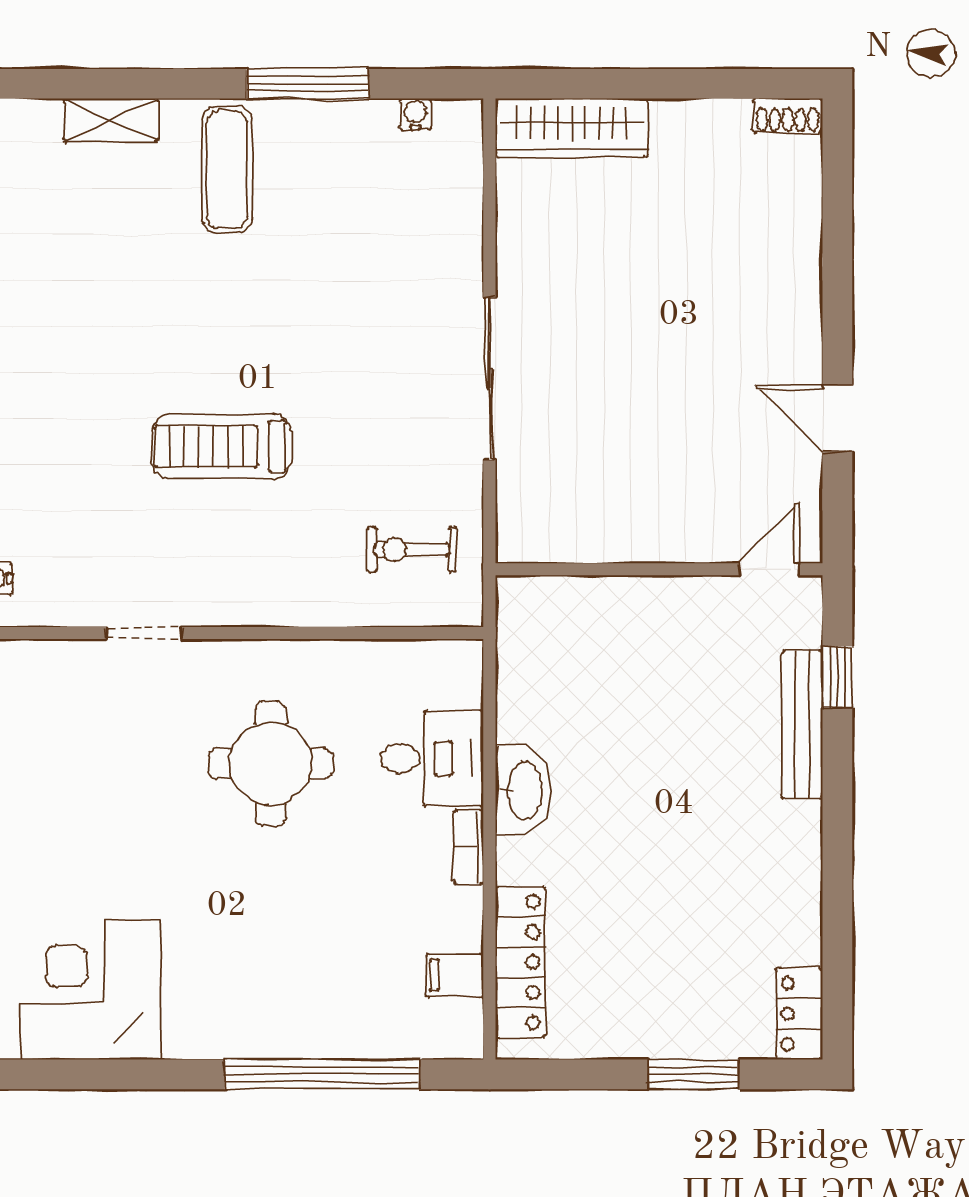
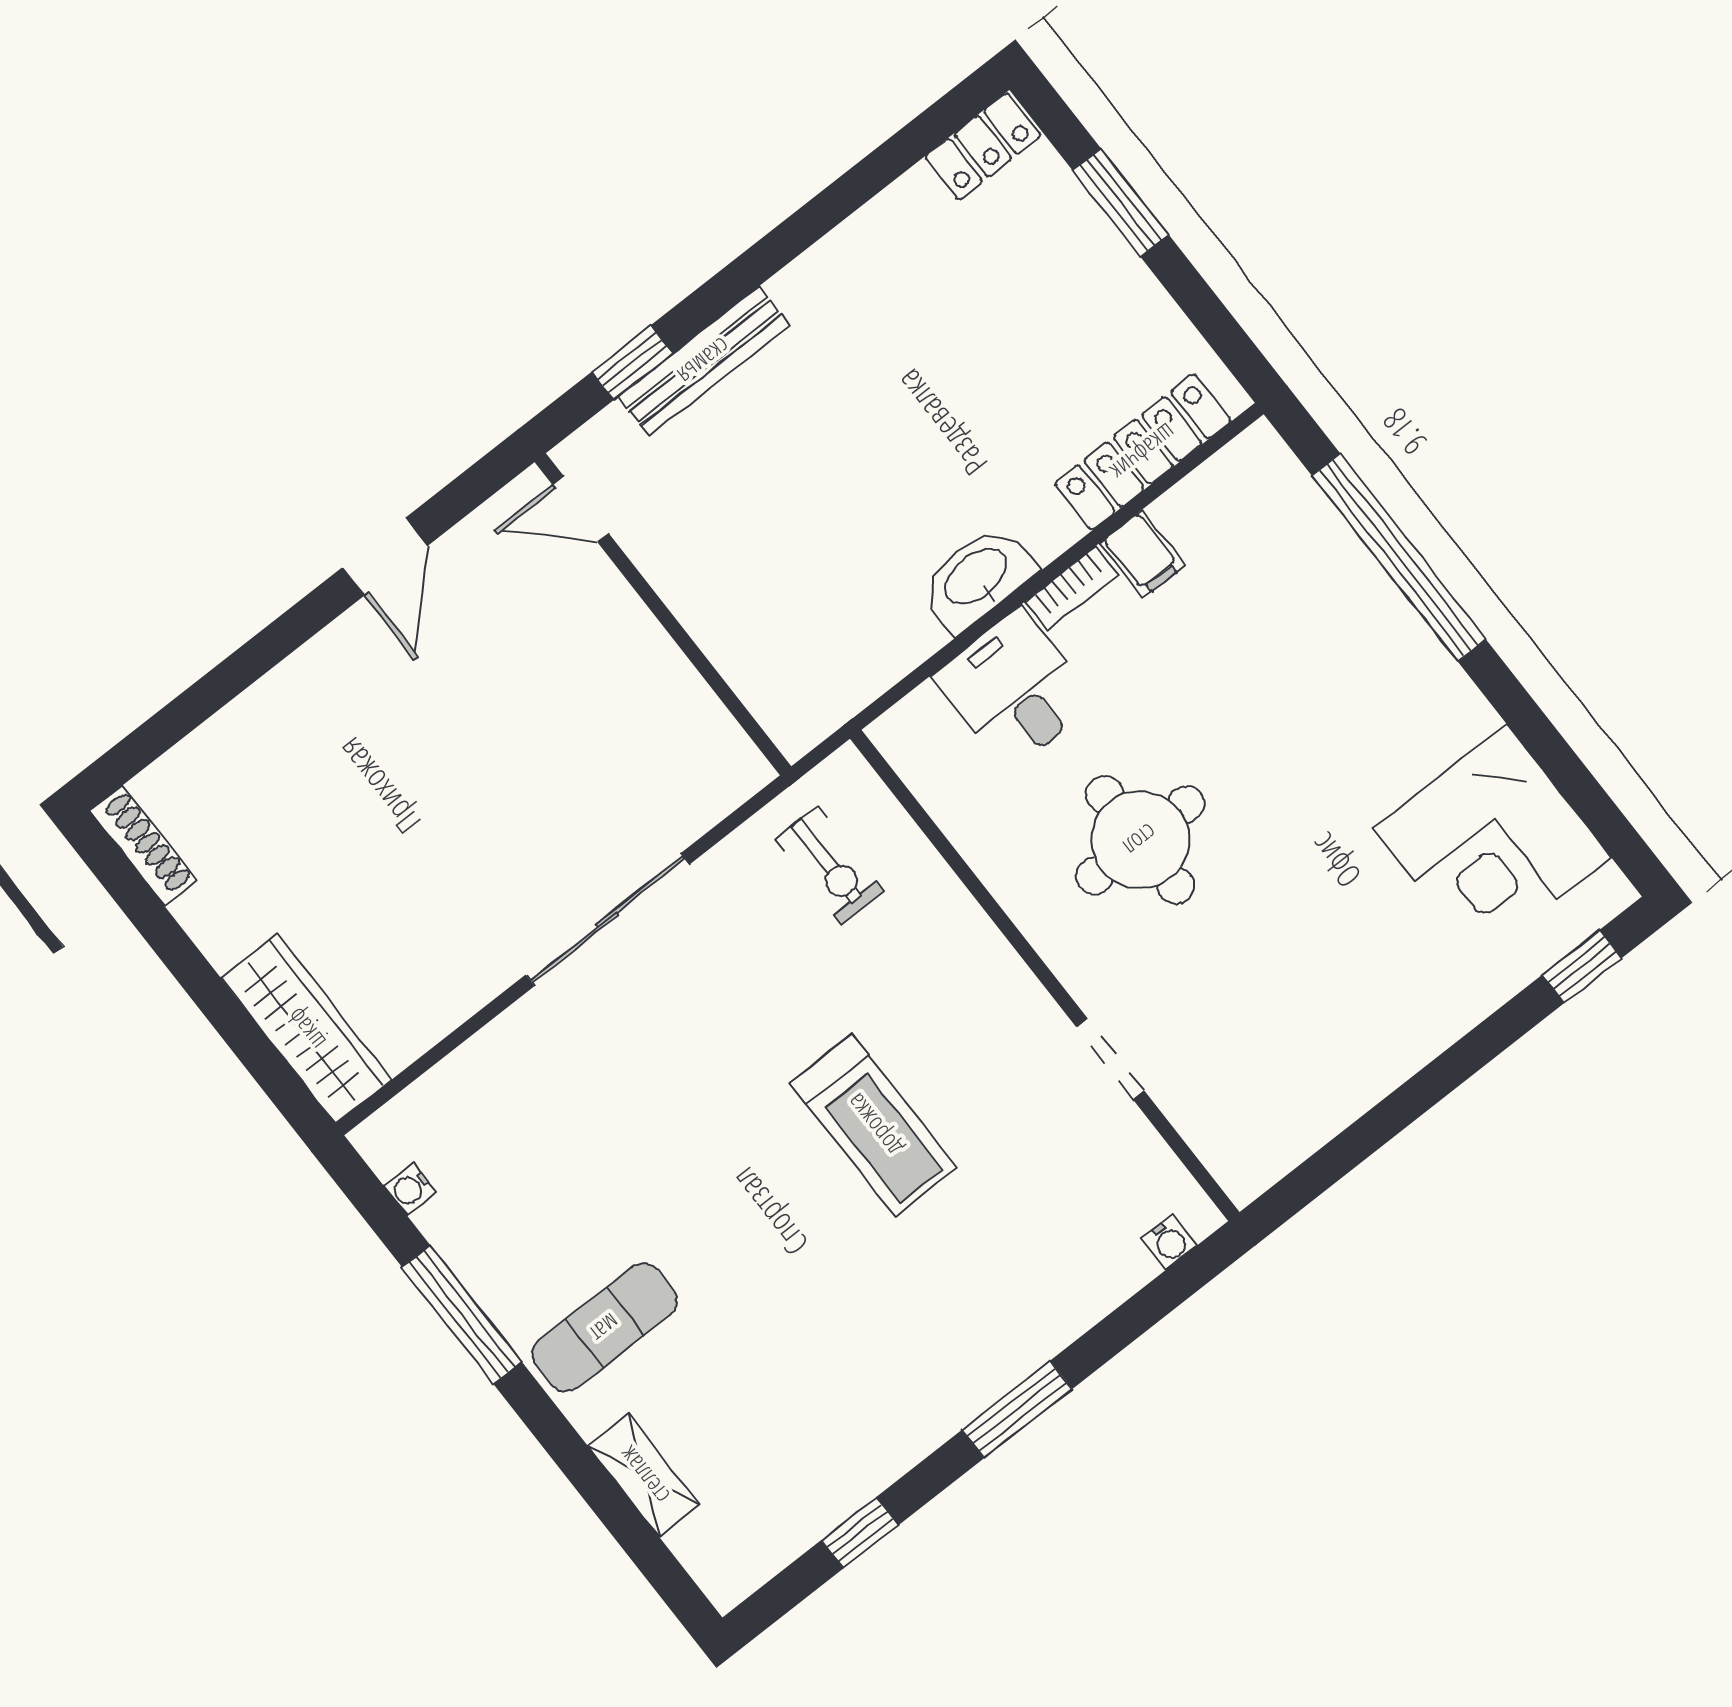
shoe rack: (788, 115) -> (143, 846), width x1.43
filing cabinet: (454, 975) -> (1142, 554), moved

